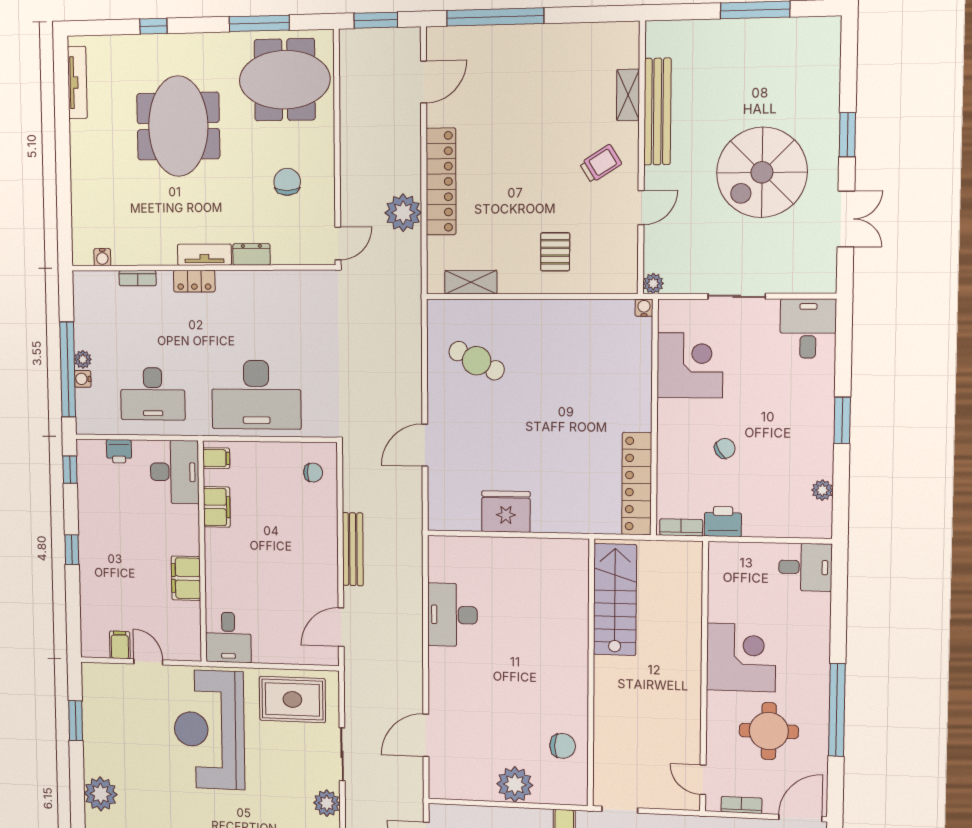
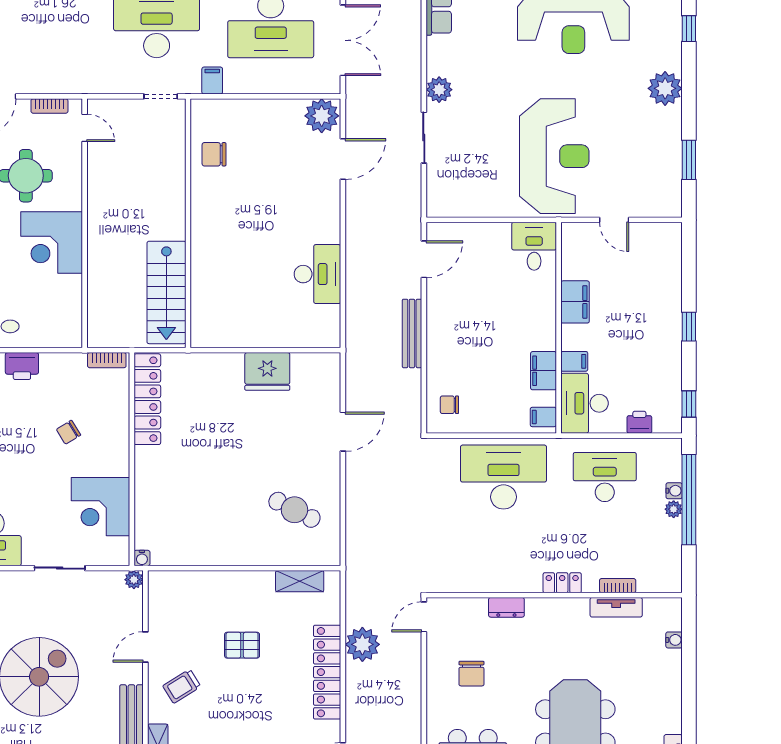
pallet: (555, 252) -> (242, 645), moved, turned 90
tv unit: (204, 255) -> (616, 607), moved
water cooler: (102, 257) -> (674, 640), moved, turned 90
printer: (723, 522) -> (22, 366), moved
filing cabinet: (120, 645) -> (574, 361), moved, turned -90
rug: (292, 699) -> (472, 189), removed
plant: (515, 784) -> (322, 116), moved

